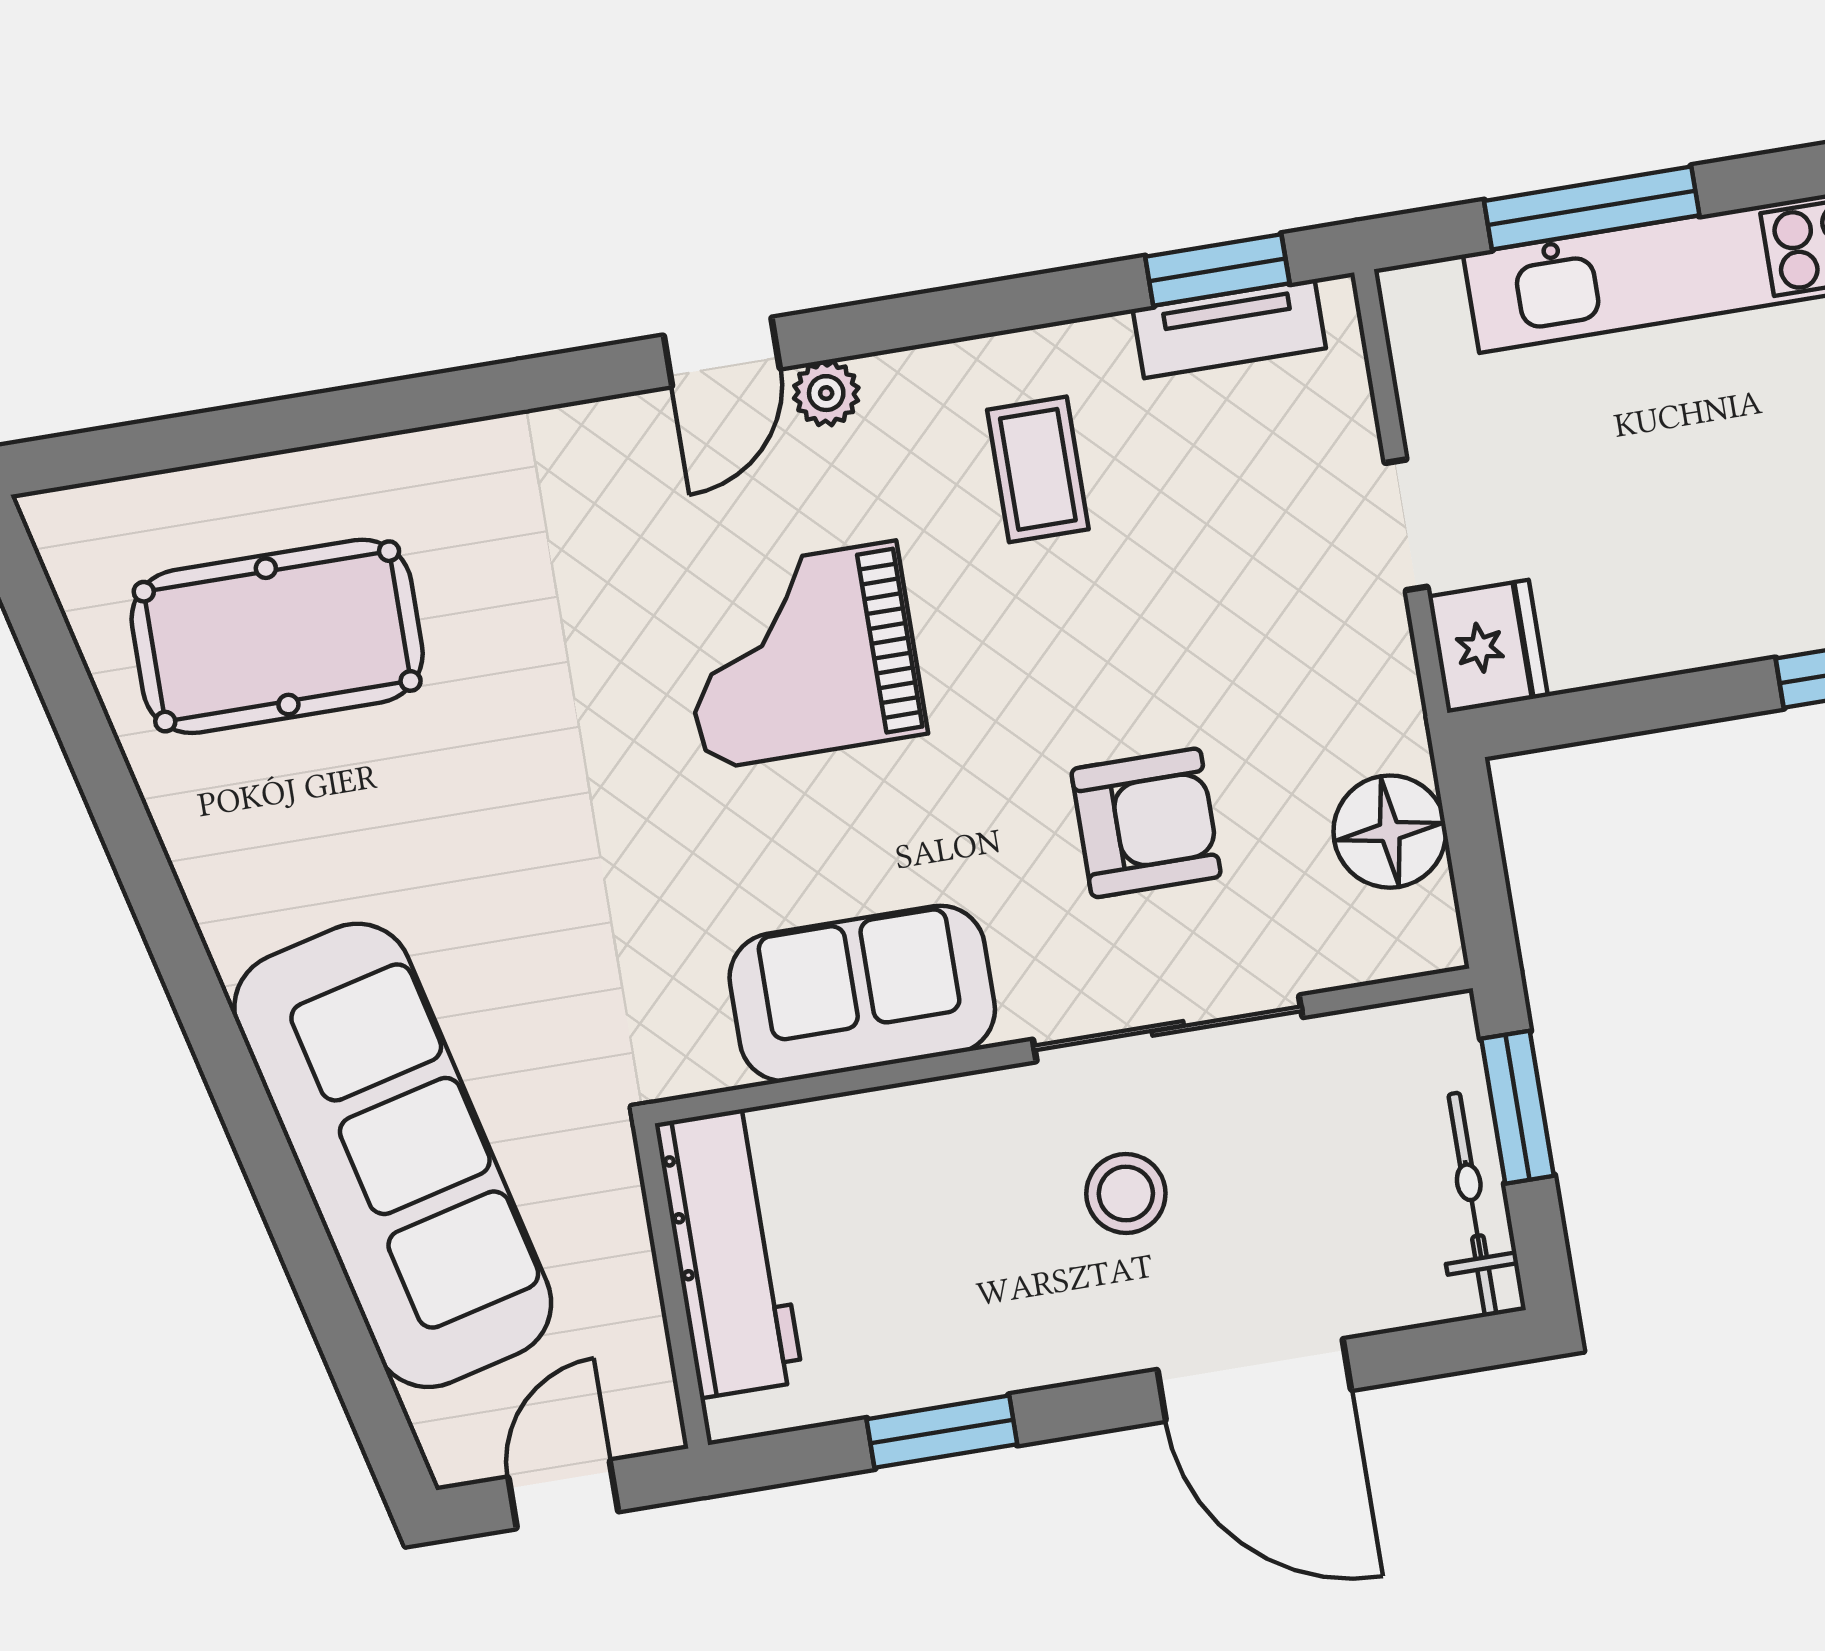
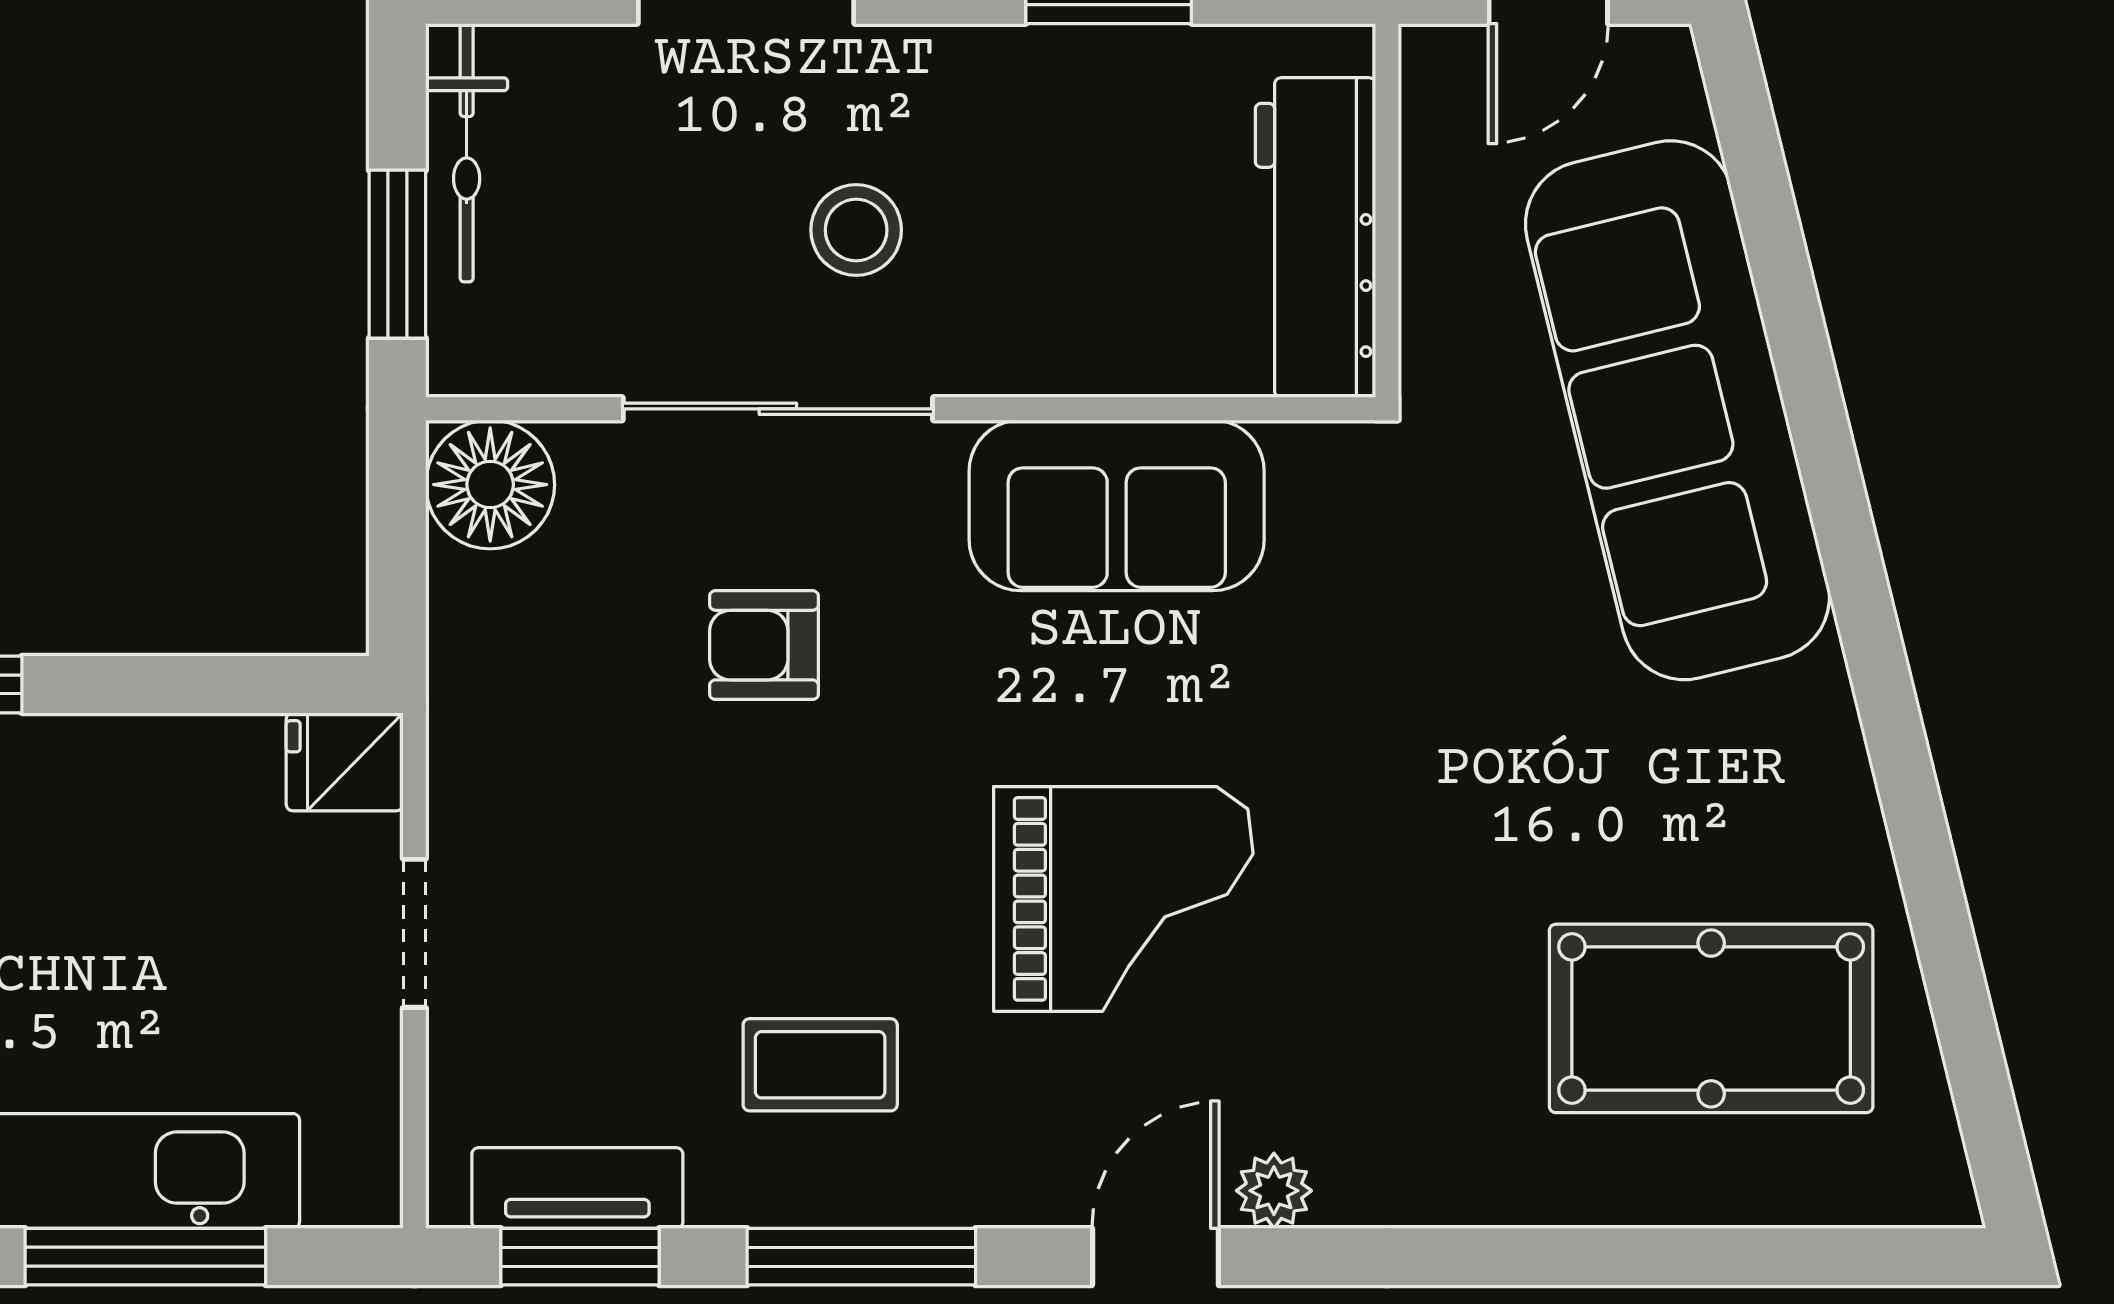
window: (975, 310) -> (861, 1257), added
plant: (826, 393) -> (1274, 1191), moved
coffee table: (1038, 469) -> (820, 1065), turned 90
fridge: (1488, 646) -> (345, 762), width x0.72
armchair: (1146, 823) -> (764, 645), width x0.72, depth x0.72
floor lamp: (1390, 832) -> (490, 485), moved

